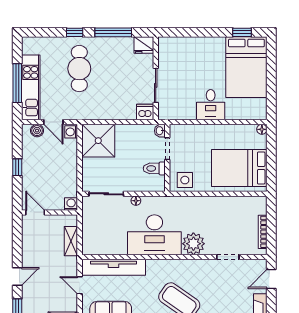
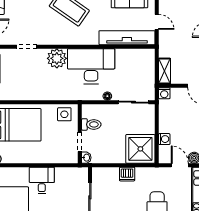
dishwasher: (145, 112) -> (127, 174), moved
washing machine: (71, 132) -> (164, 139), moved
shelving: (71, 241) -> (164, 71), moved

